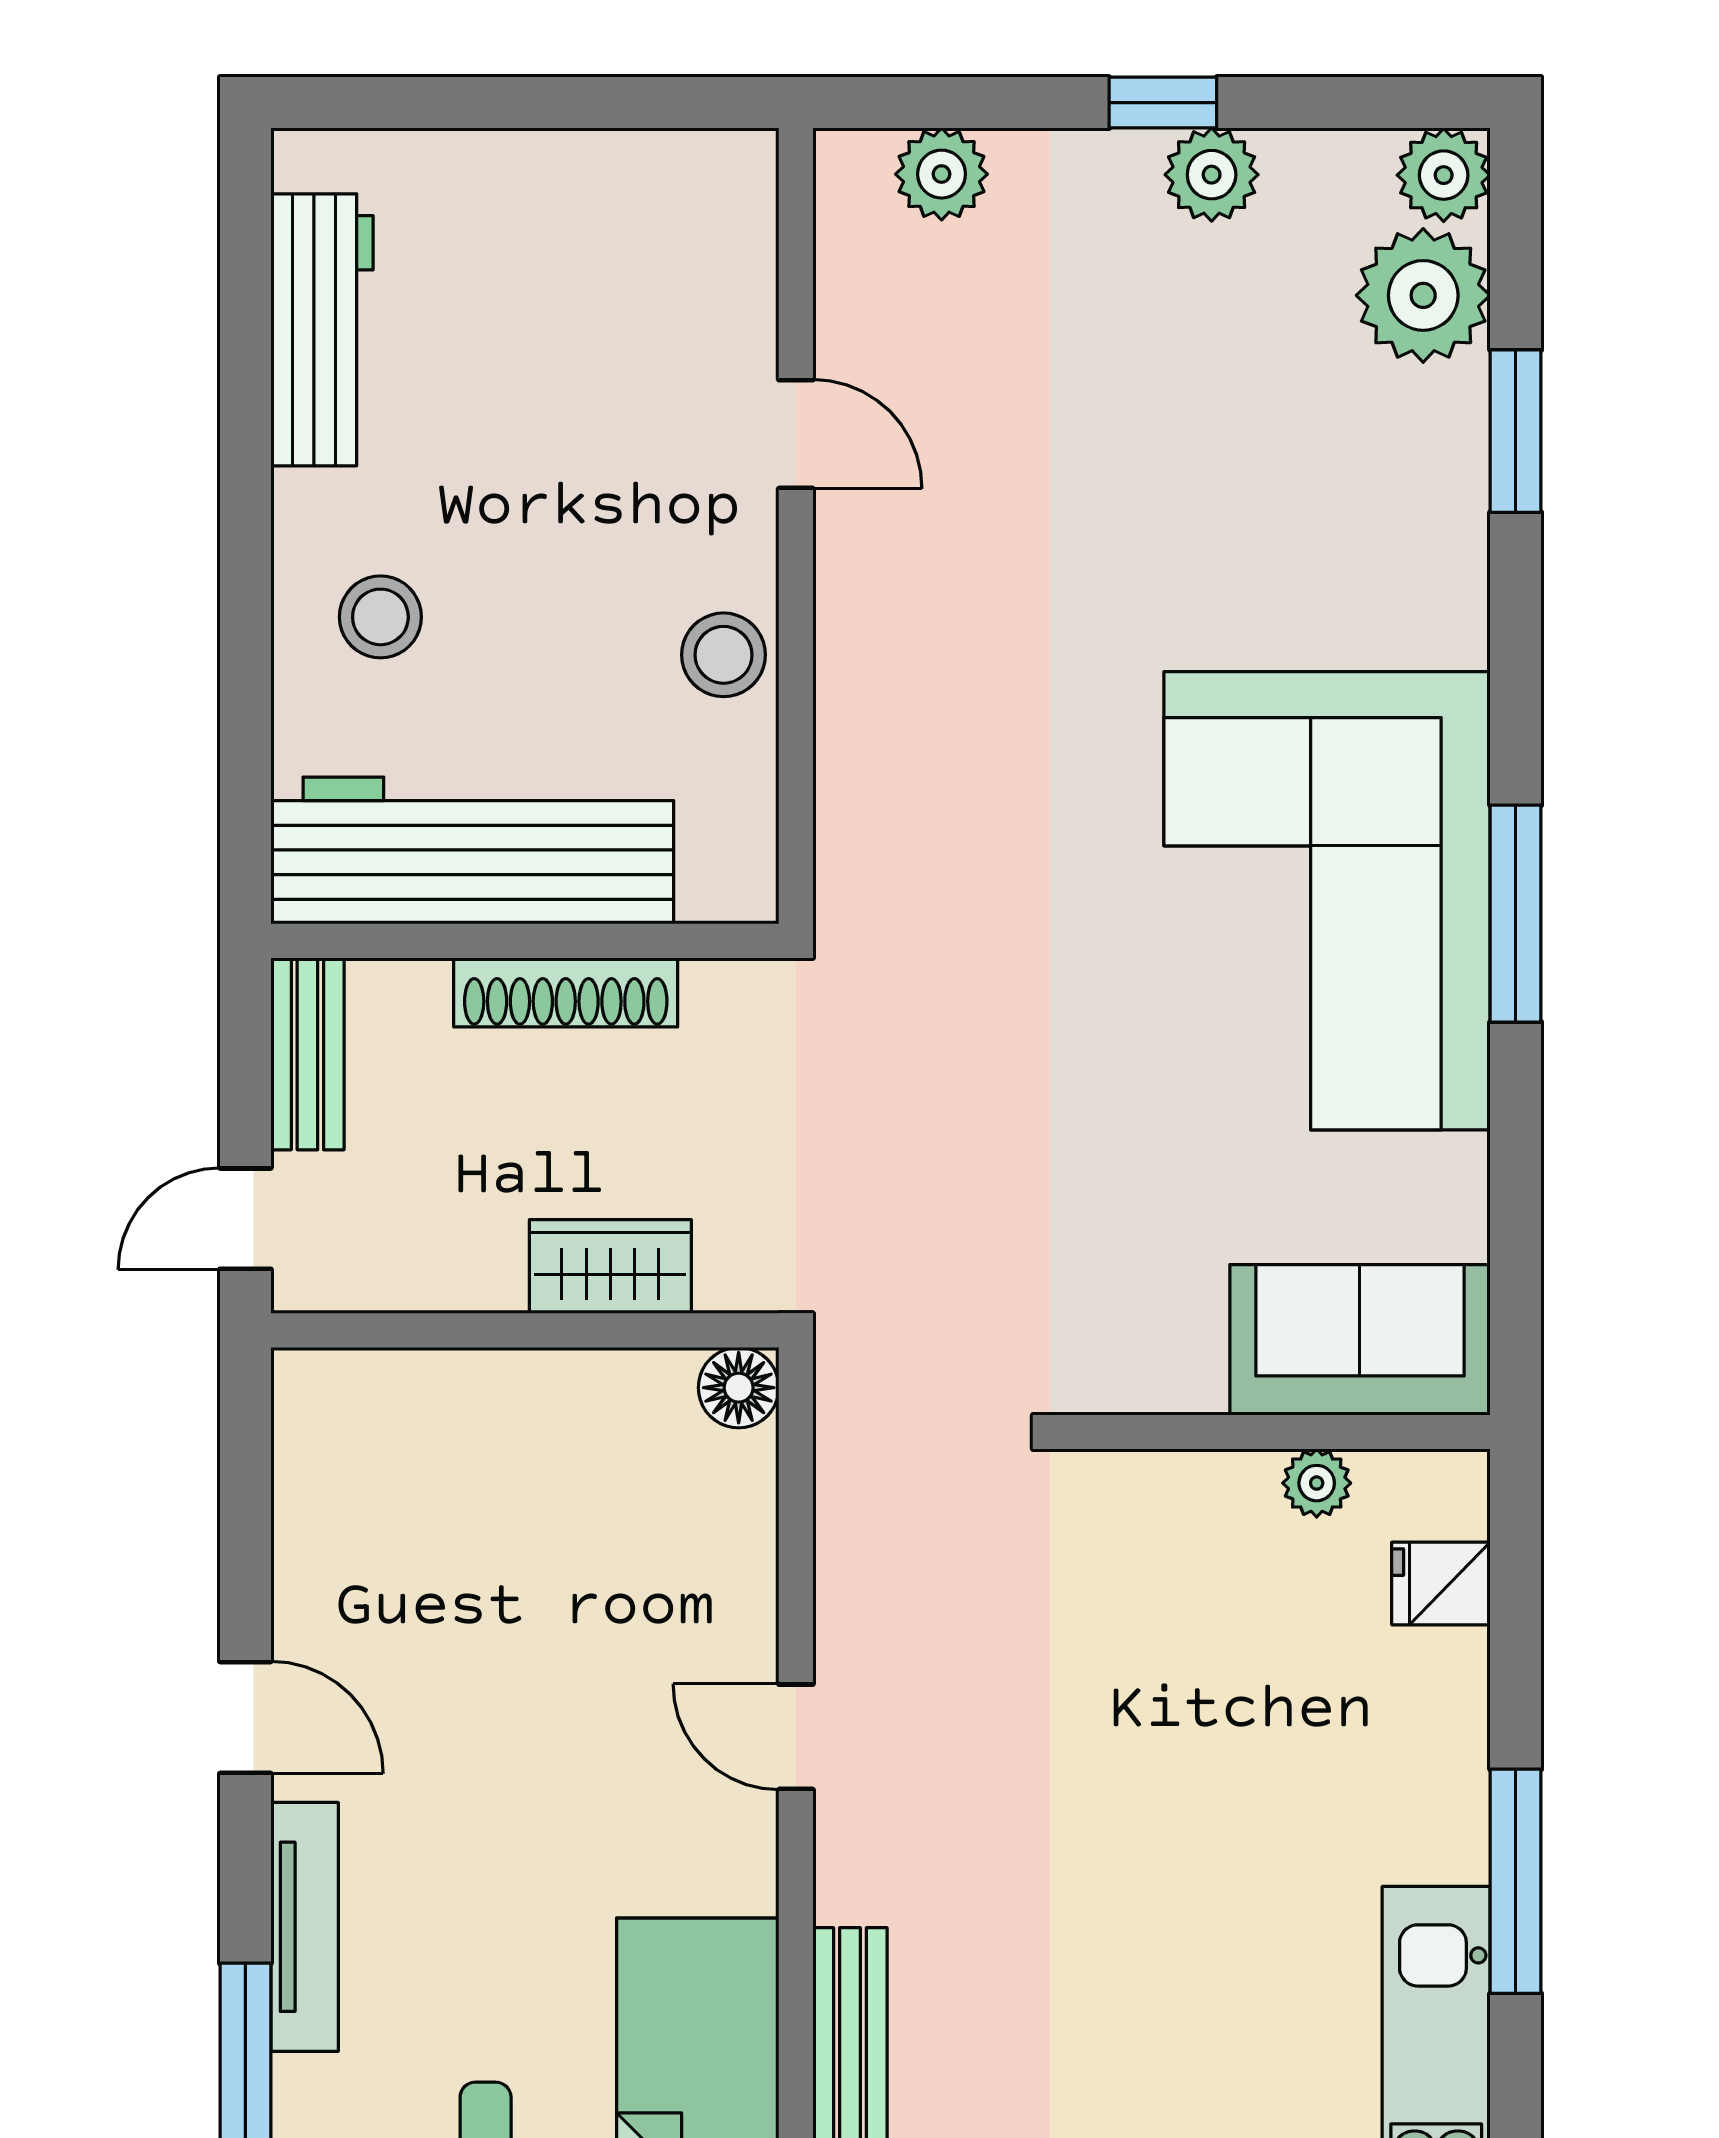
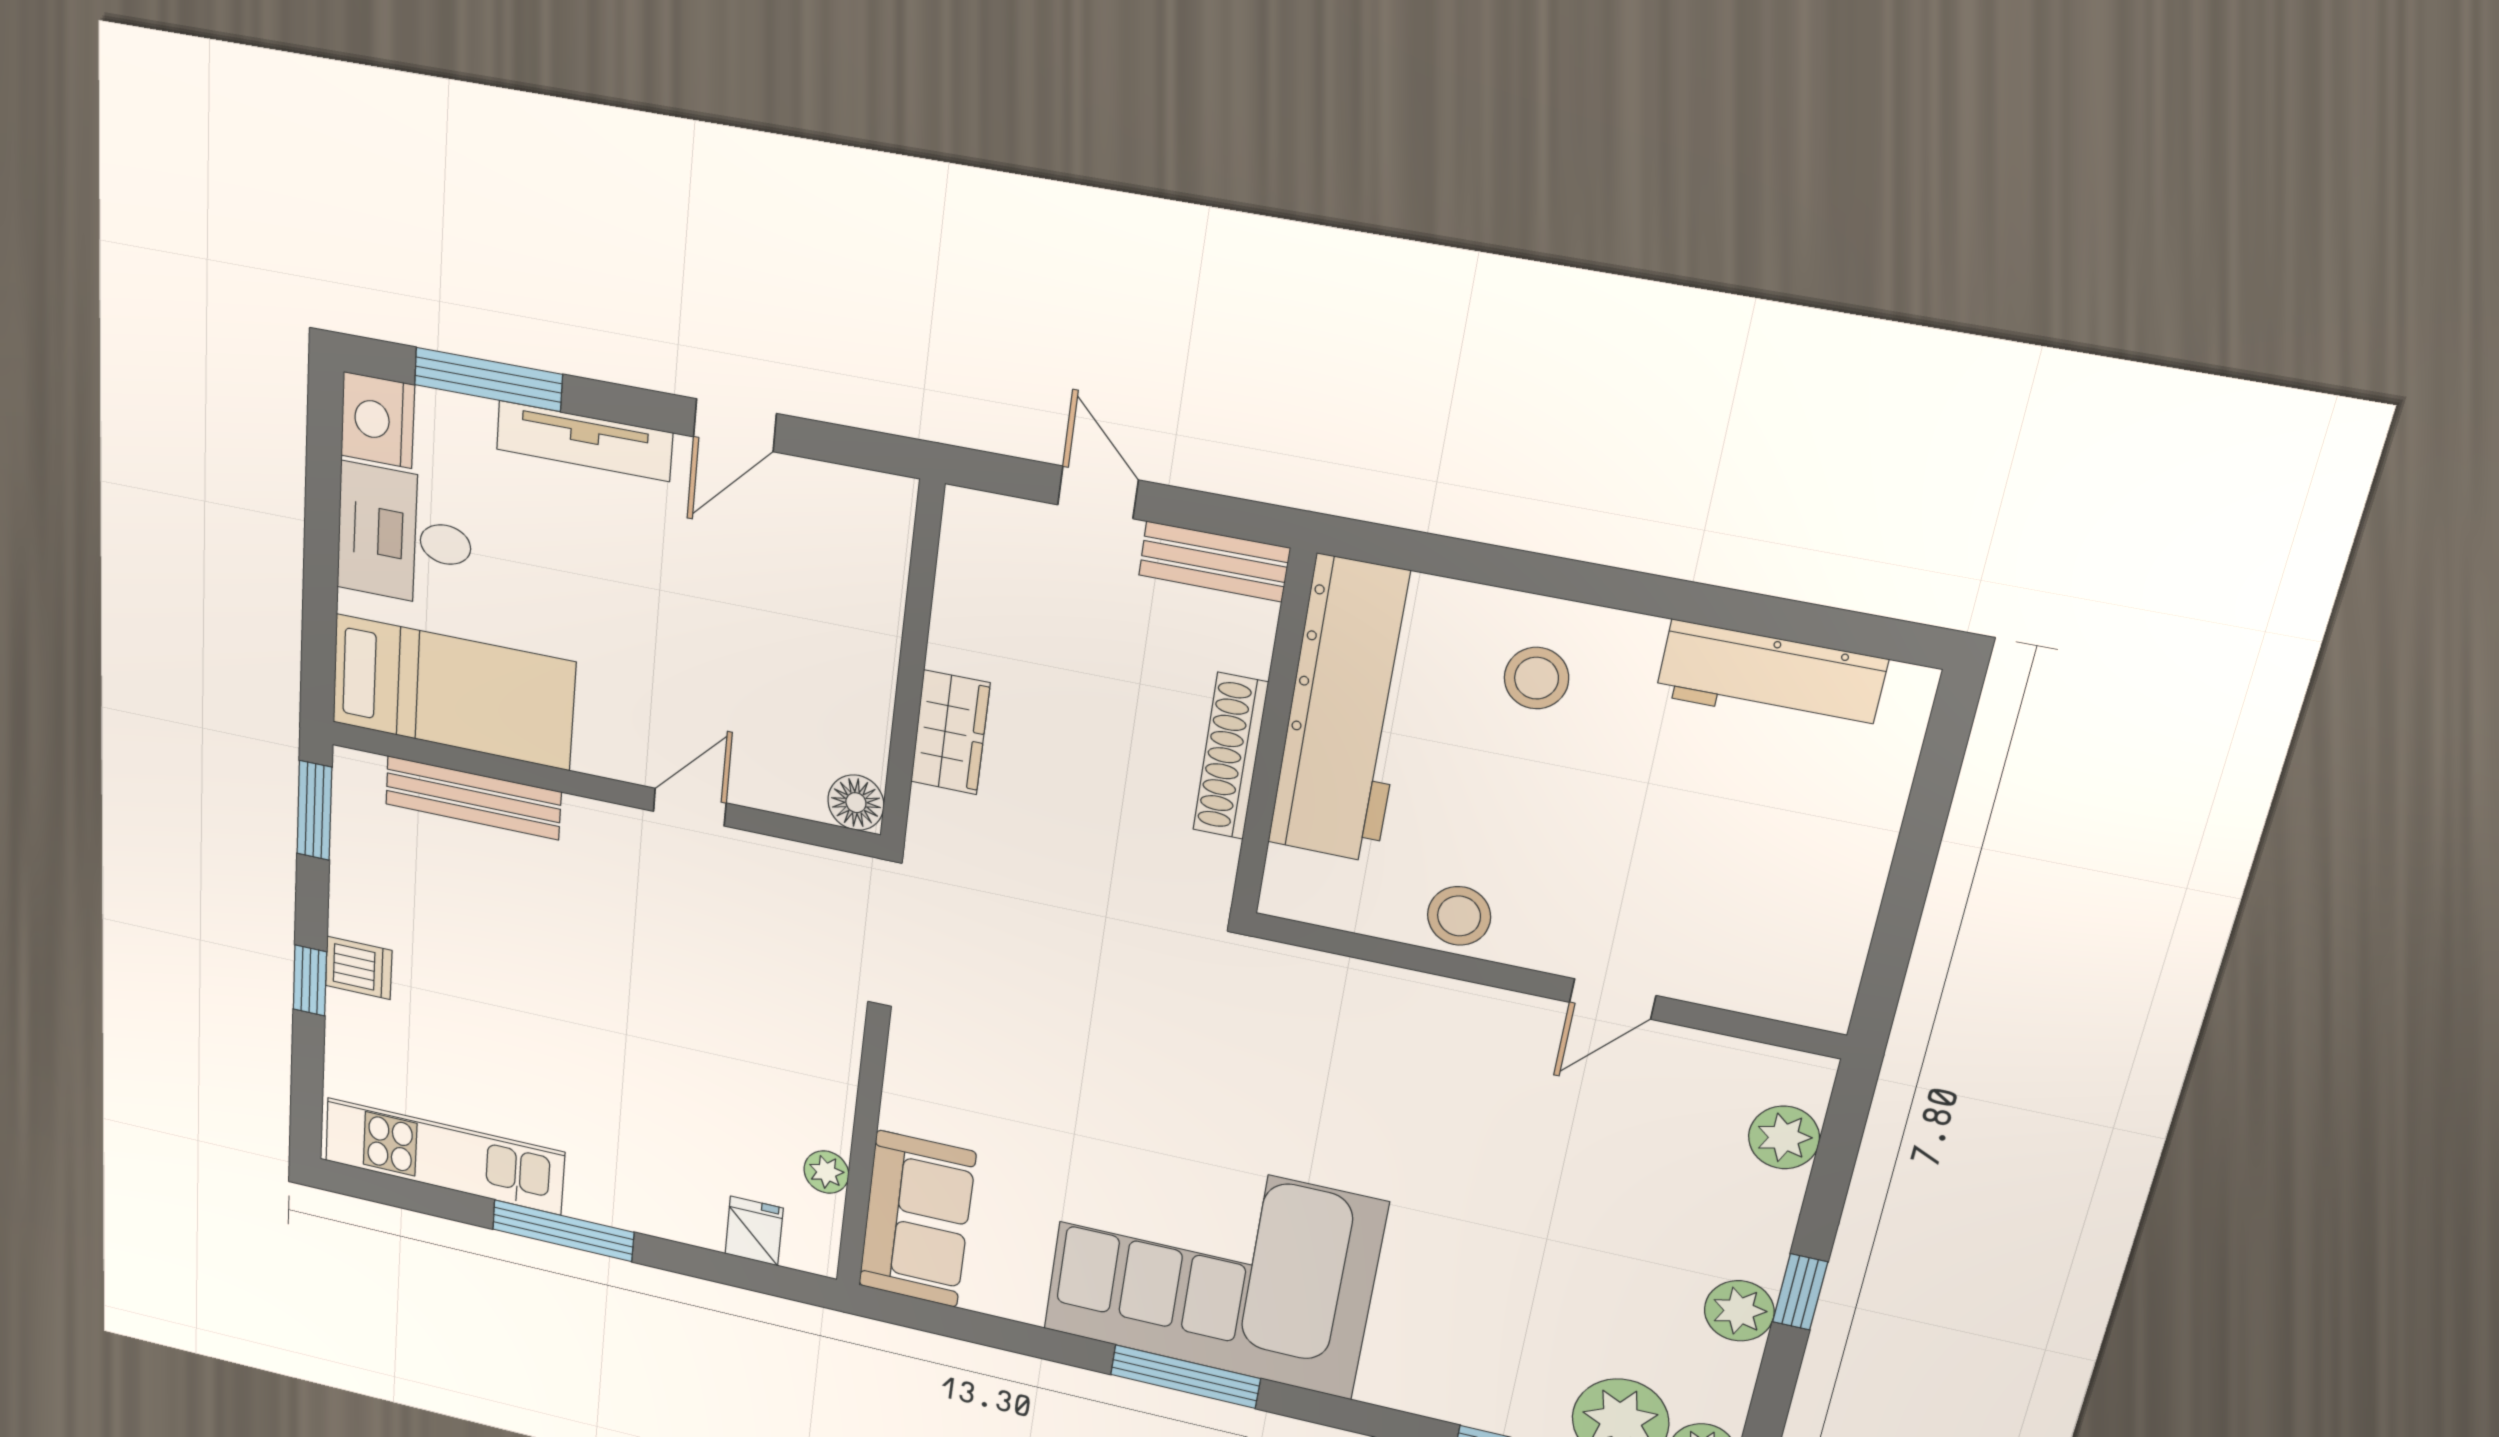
wardrobe: (610, 1267) -> (950, 732), moved
wall: (525, 1330) -> (912, 664), moved
floor lamp: (739, 1388) -> (856, 803), moved

